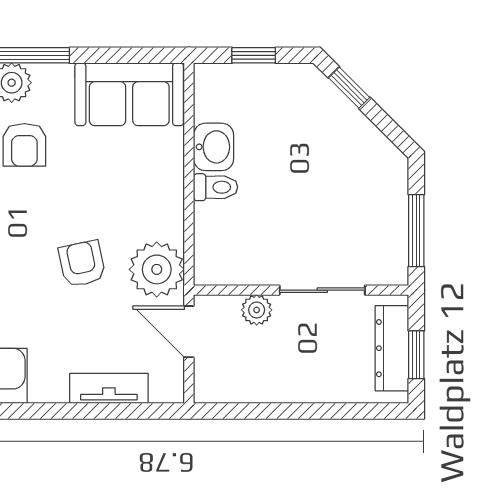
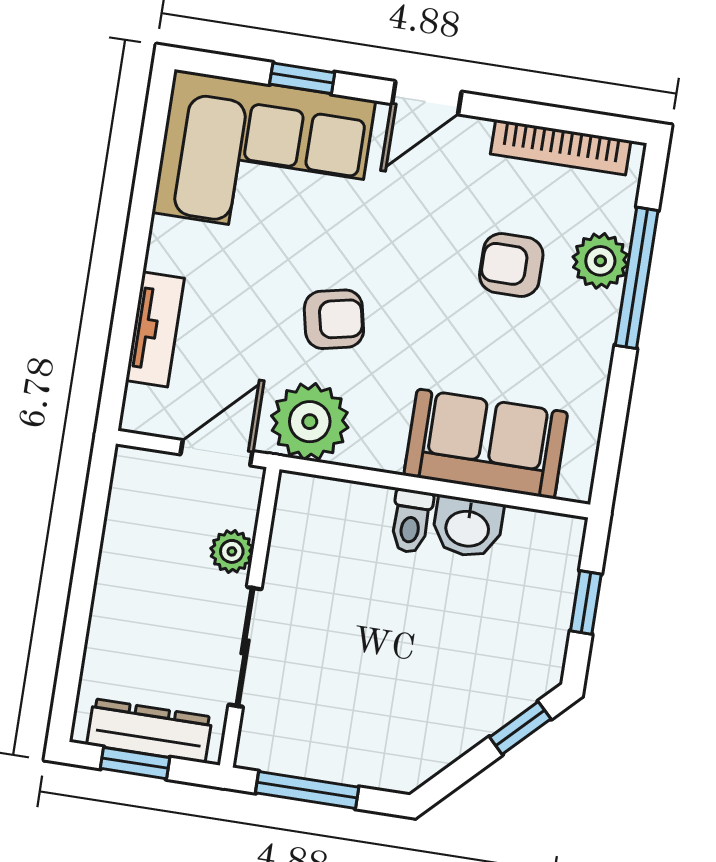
sofa: (129, 94) -> (486, 444), moved, turned 90

